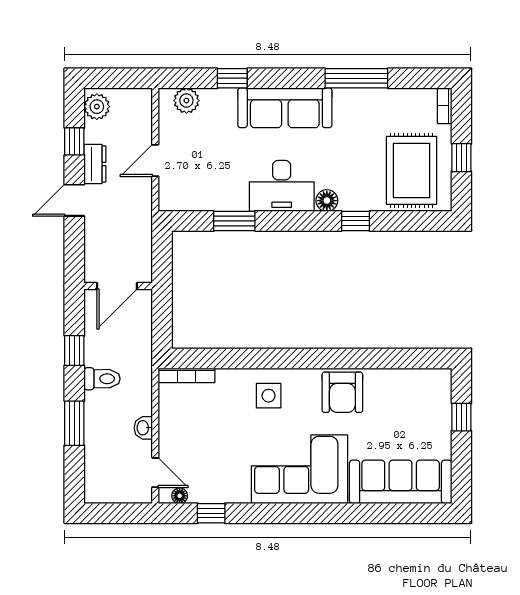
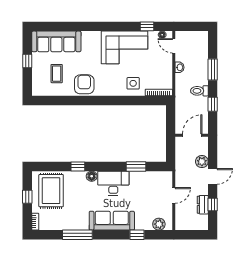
plant: (97, 107) -> (202, 162), moved
dresser: (95, 164) -> (203, 205), moved
side table: (269, 396) -> (133, 83), moved
coffee table: (400, 415) -> (57, 74), added
window: (461, 417) -> (27, 61), moved
corner sofa: (299, 469) -> (124, 47), moved

